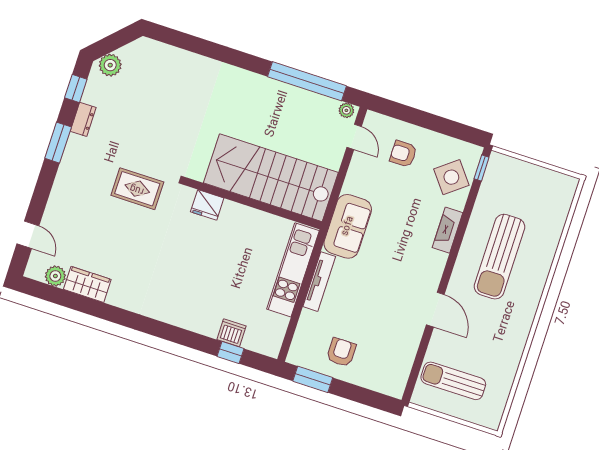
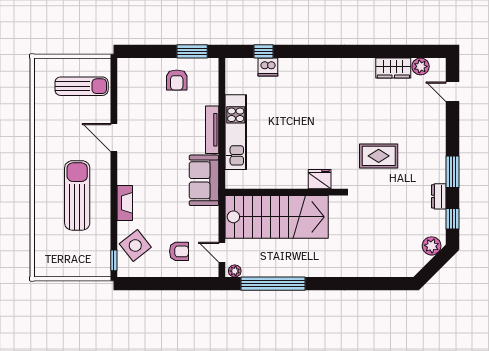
stairs: (271, 178) -> (277, 217), moved
wall: (254, 204) -> (283, 192), moved
fridge: (207, 205) -> (320, 179), moved

